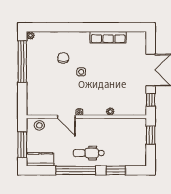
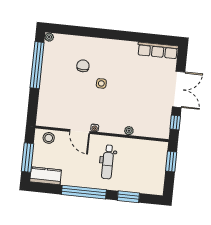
row of seats: (108, 37) -> (158, 50), moved
dental chair: (89, 153) -> (108, 162), moved, turned -90

